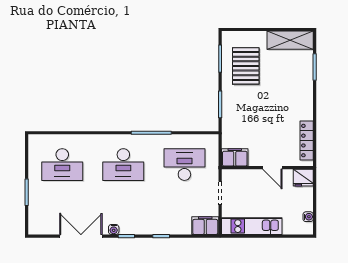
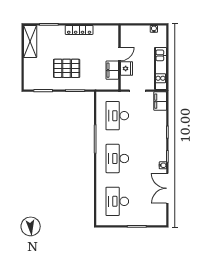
pallet: (246, 66) -> (67, 68), moved
locker: (307, 141) -> (79, 30), moved
filing cabinet: (235, 157) -> (112, 70), moved
desk: (62, 165) -> (117, 201), turned 180
desk: (123, 165) -> (117, 158), turned 180
fridge: (303, 178) -> (126, 69), moved

